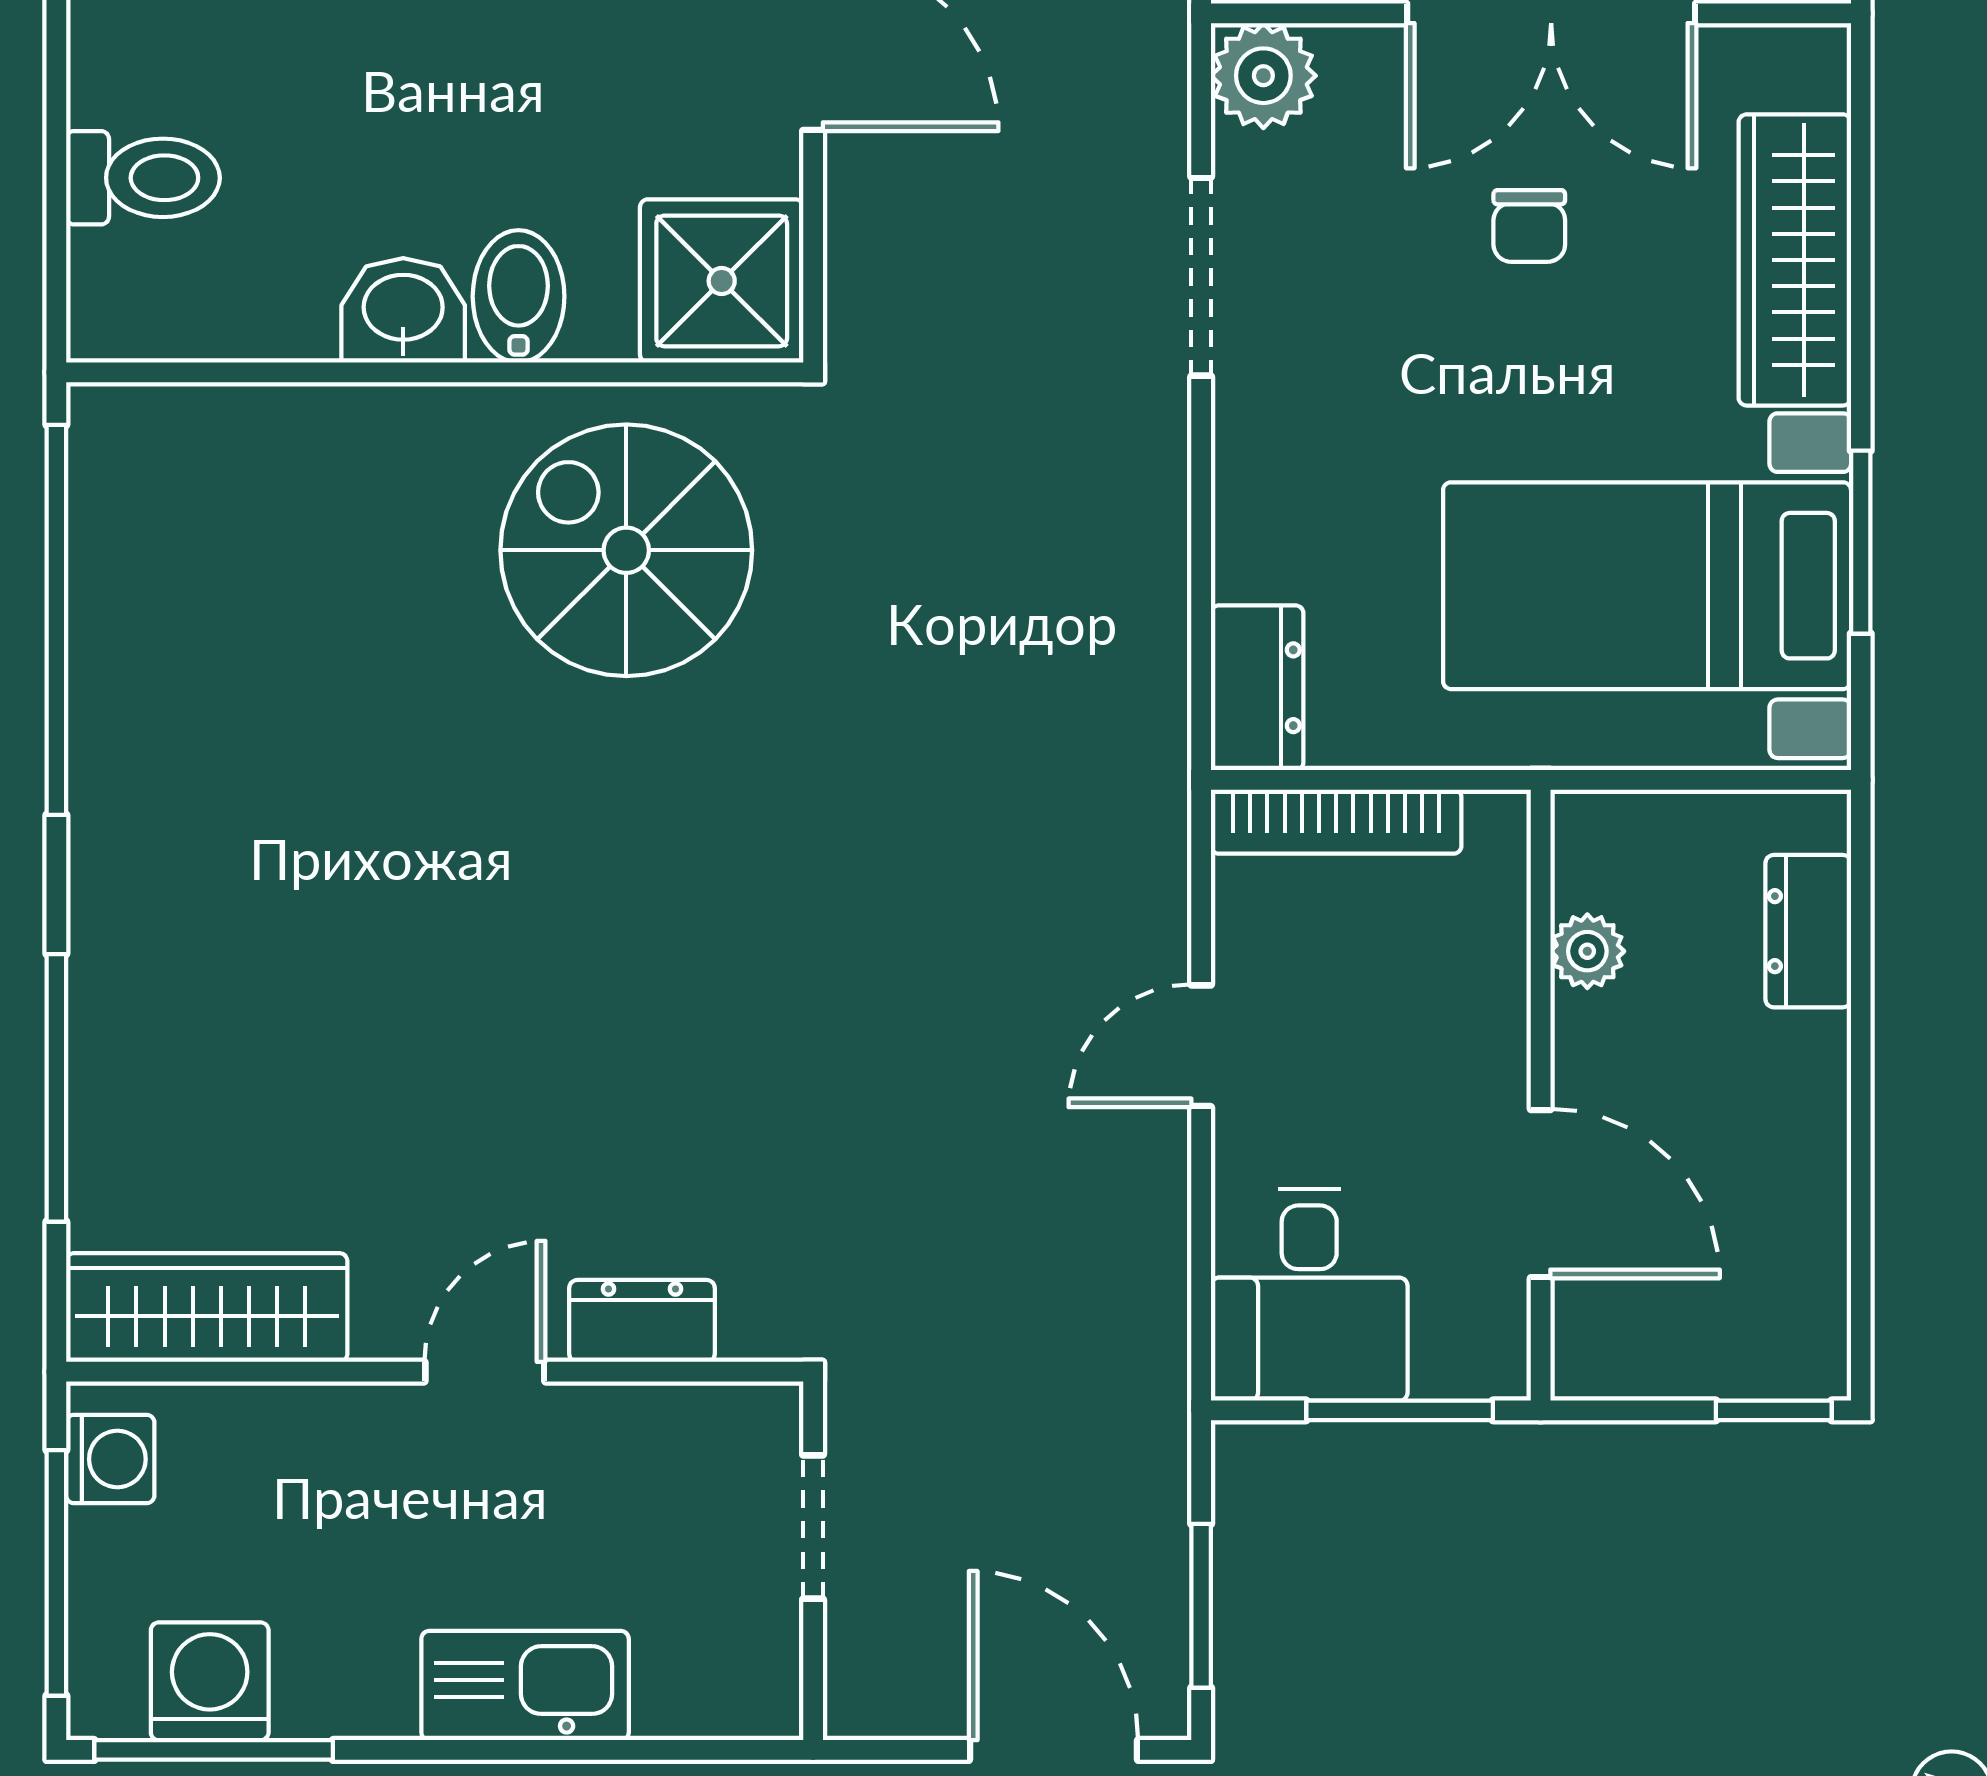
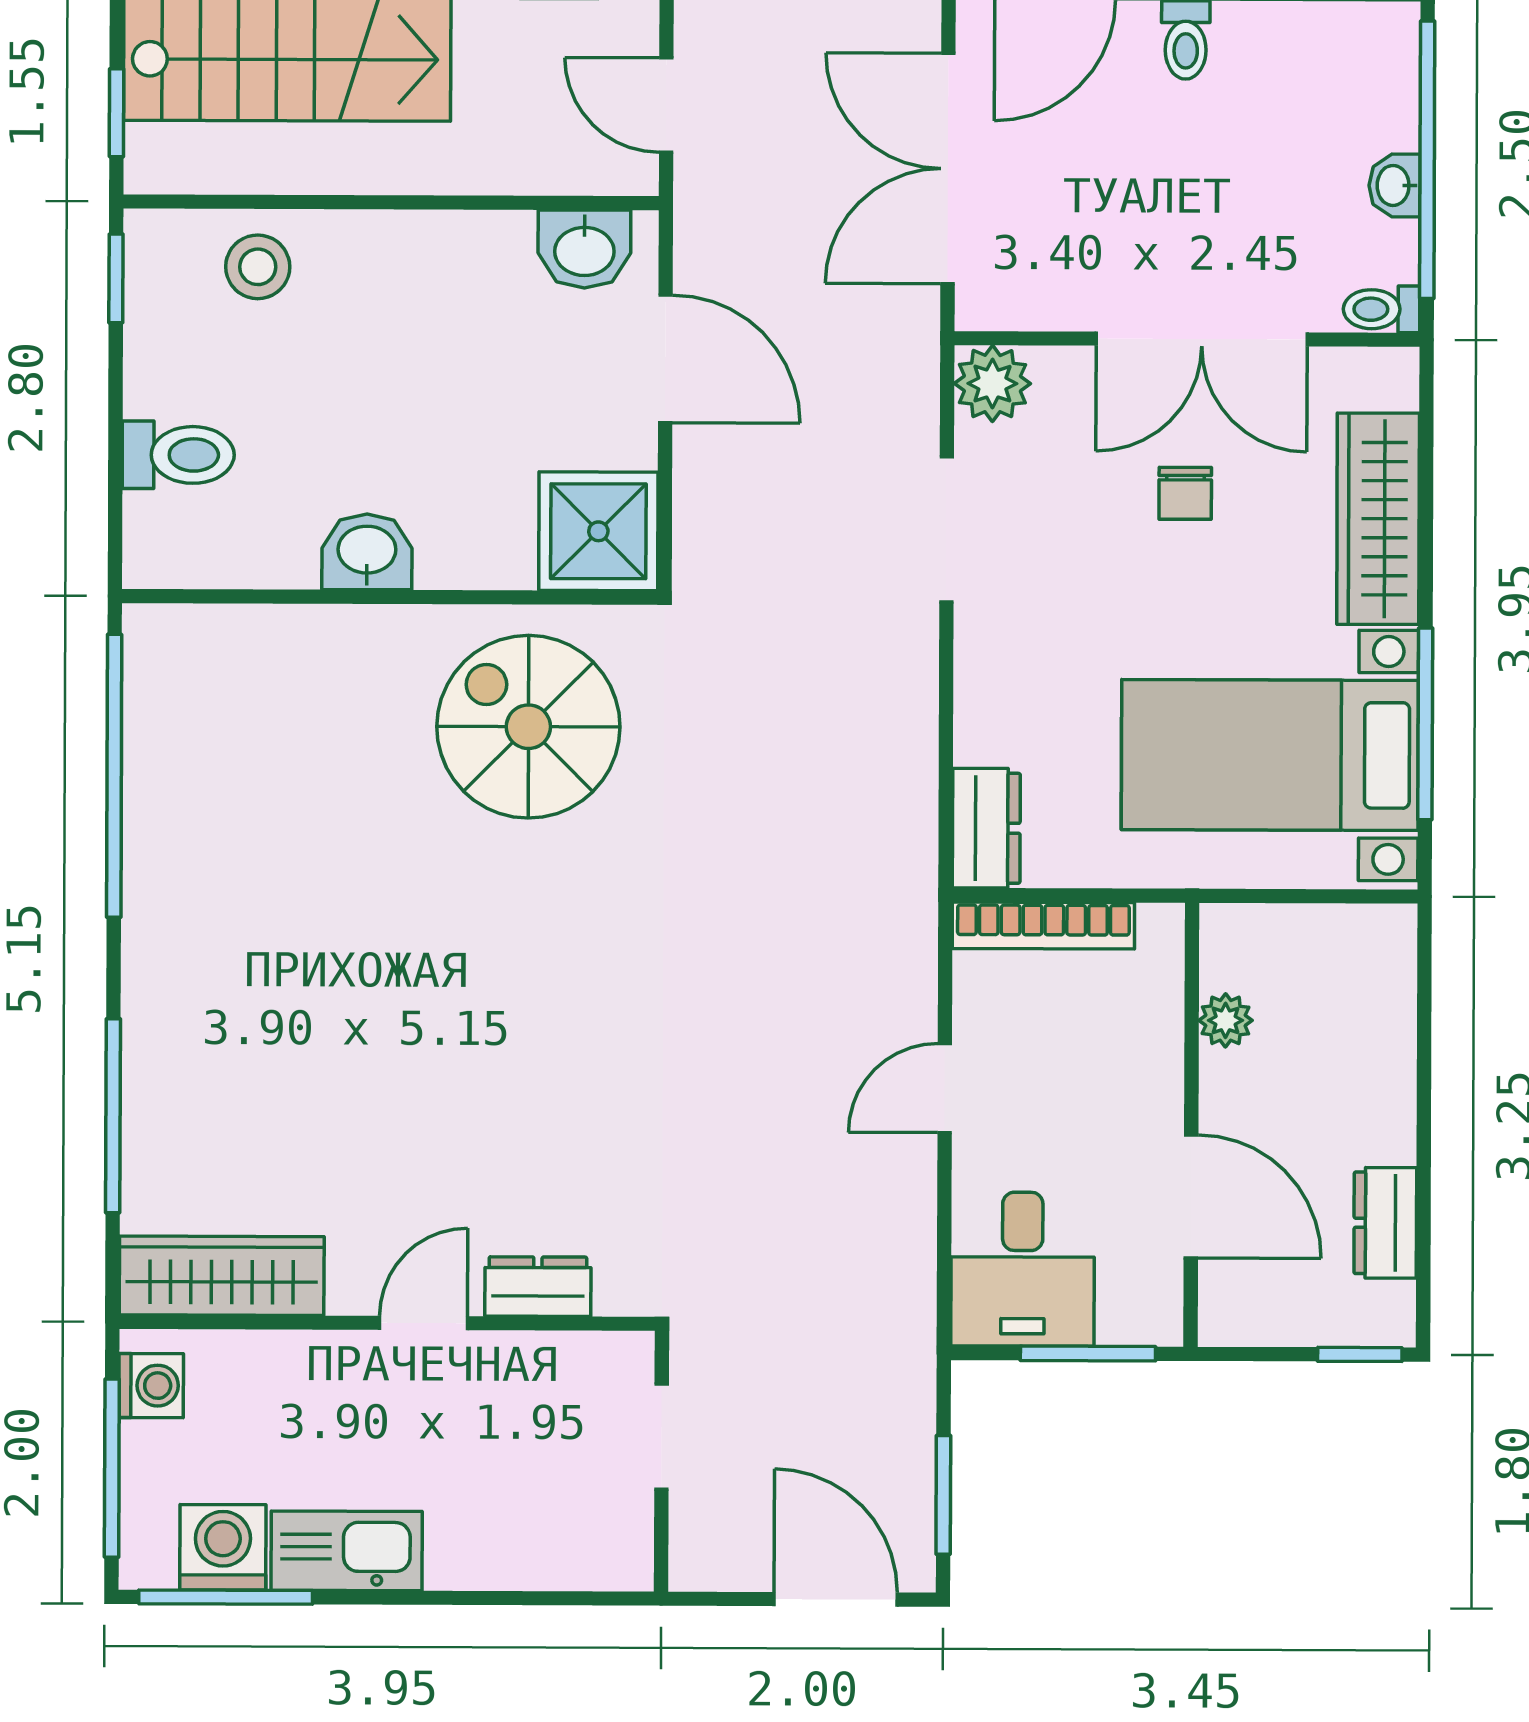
bidet: (519, 296) -> (451, 542), removed
window: (1861, 542) -> (1425, 724), width x1.44
dresser: (1808, 931) -> (1385, 1223), moved
kitchen sink: (525, 1686) -> (347, 1551), moved

